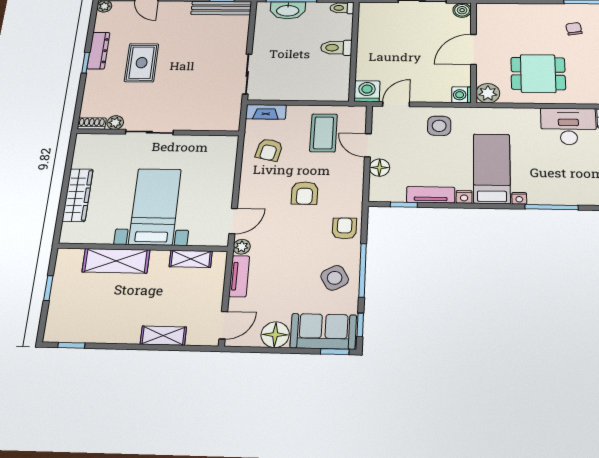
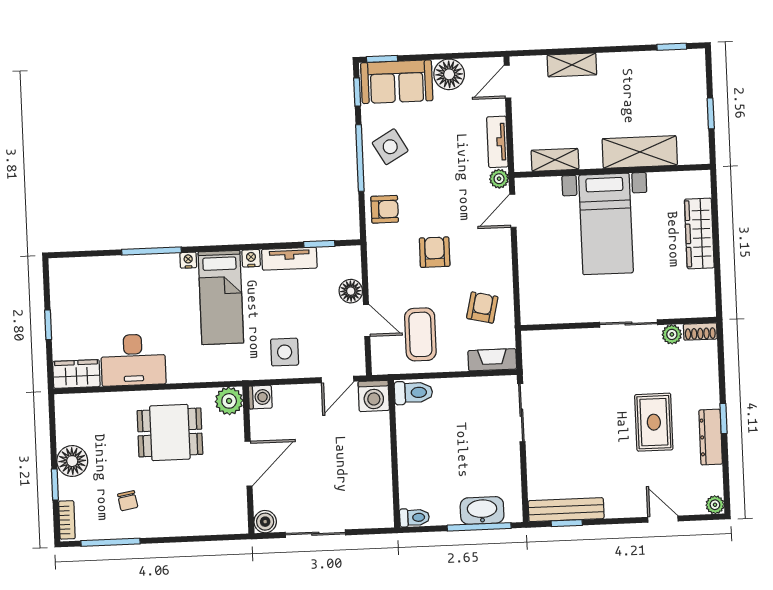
toilet: (336, 48) -> (413, 393), moved
armchair: (344, 228) -> (385, 209), turned -90

